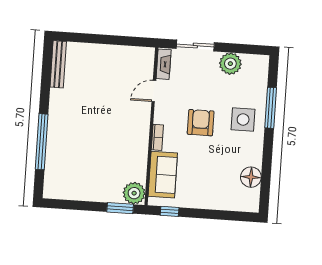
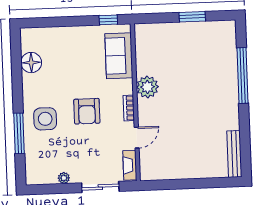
plant: (230, 64) -> (64, 178), width x0.53, depth x0.53
bookcase: (157, 137) -> (129, 108), moved
plant: (134, 193) -> (147, 87), moved
window: (120, 208) -> (192, 17), moved

